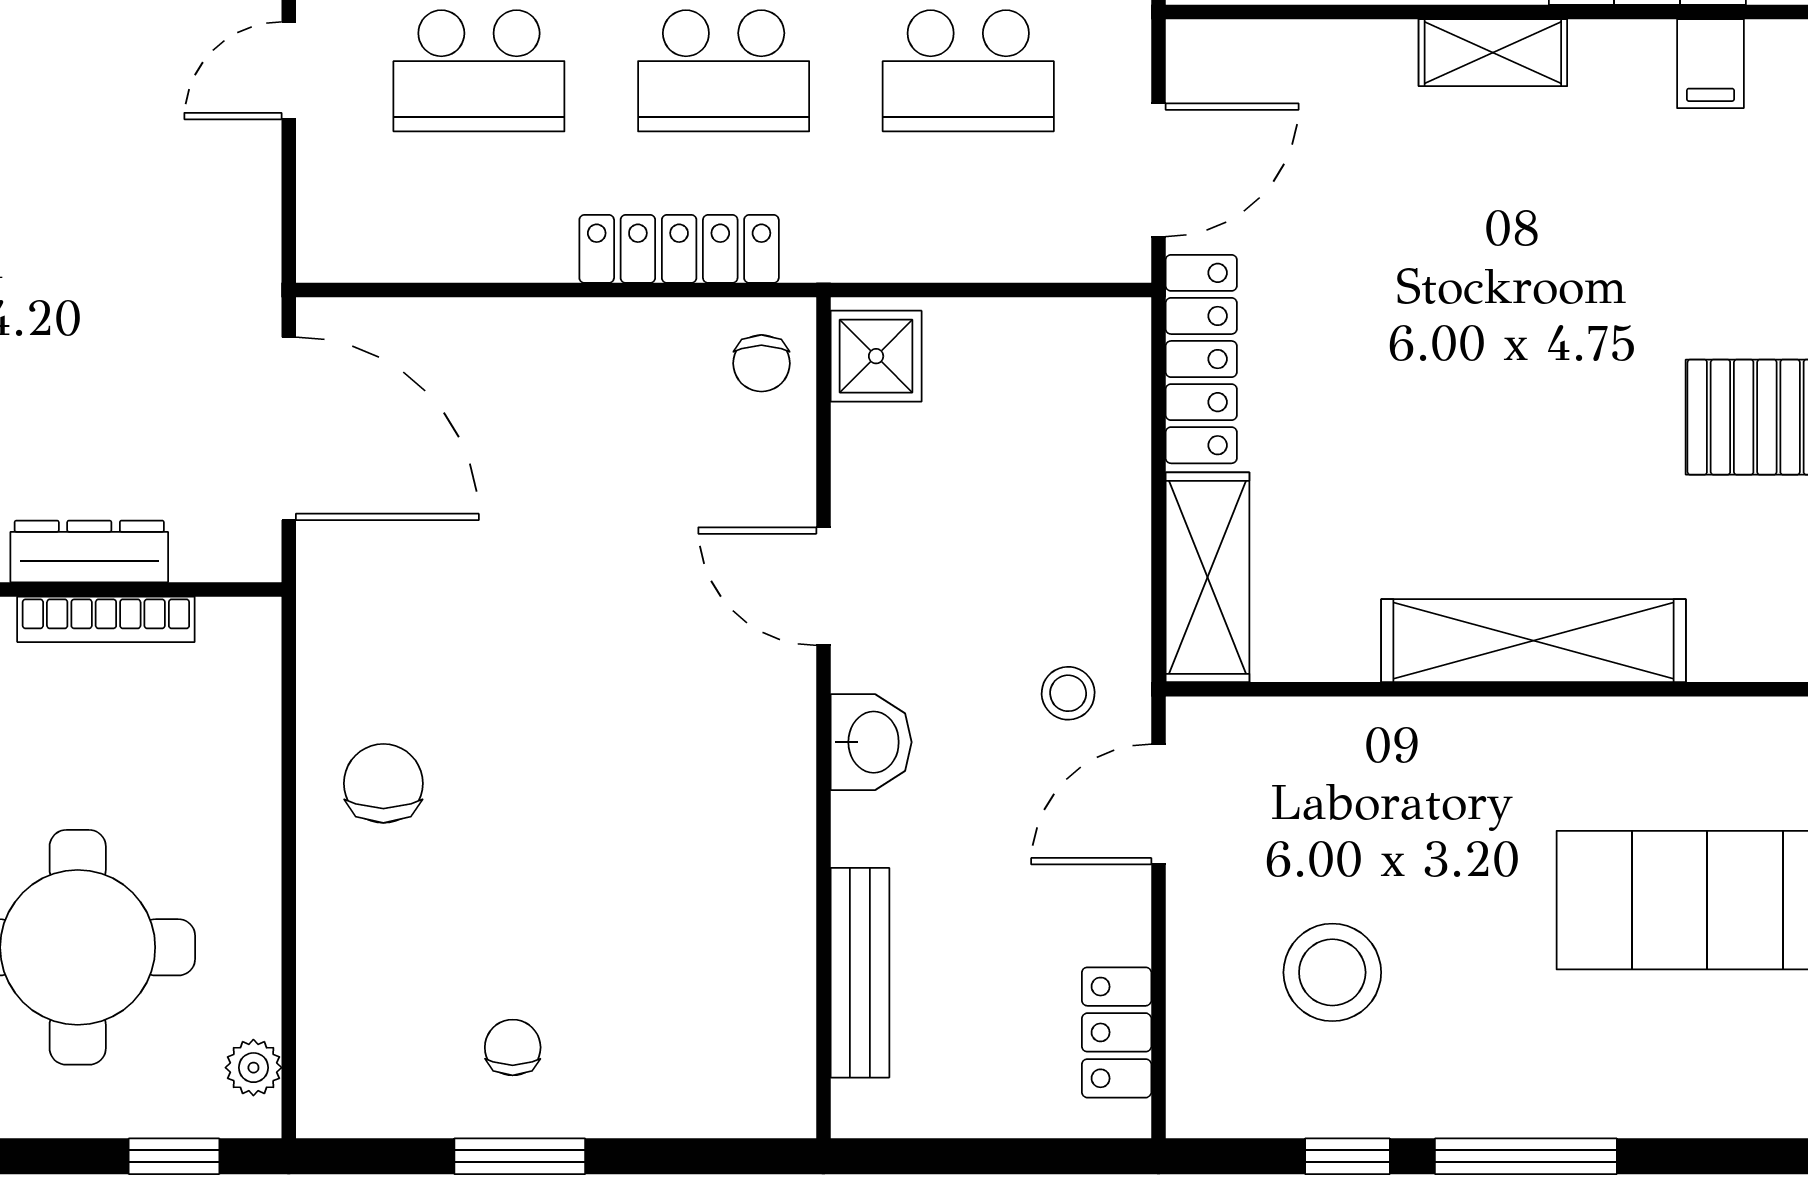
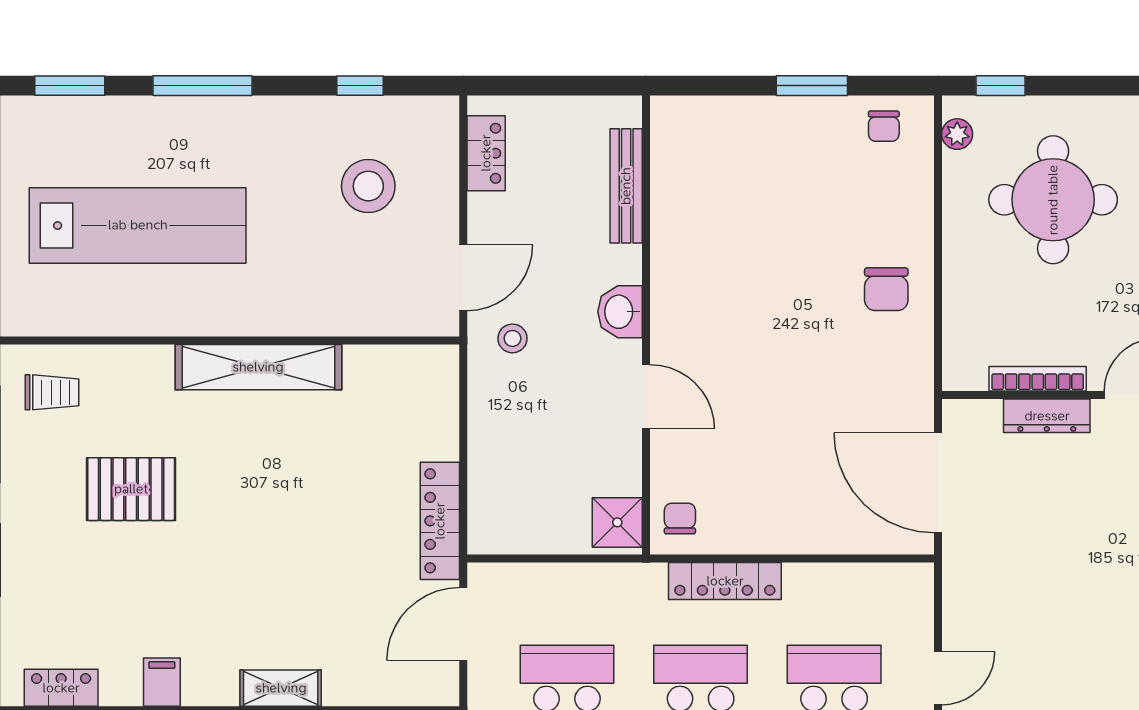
shelving: (1208, 577) -> (436, 402), removed
chair: (513, 1047) -> (884, 126), moved
window: (1526, 1156) -> (203, 86), moved

